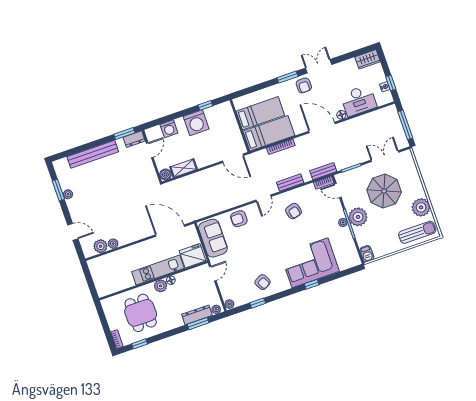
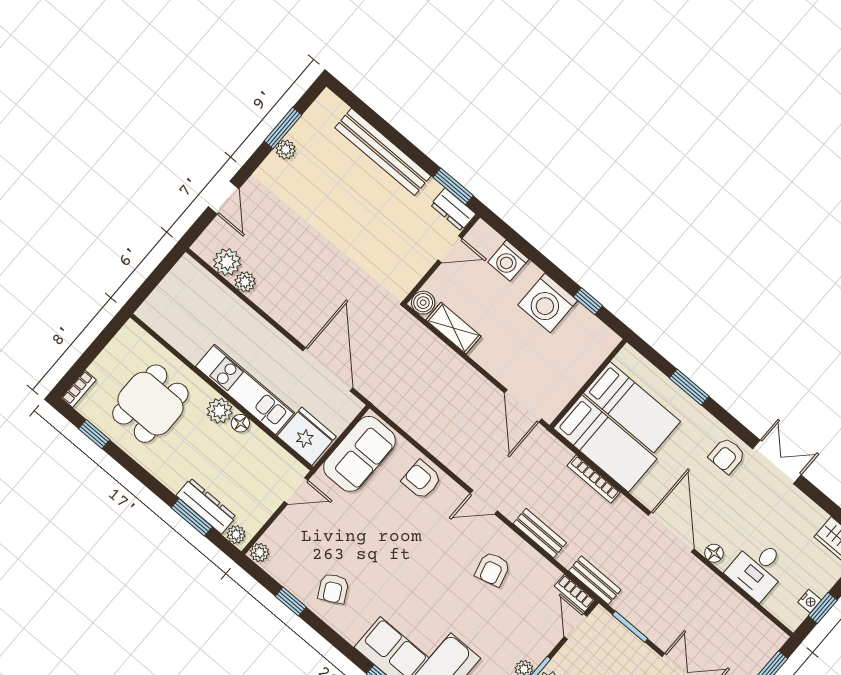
window: (287, 77) -> (689, 387), moved
desk: (359, 101) -> (758, 569), width x0.73

